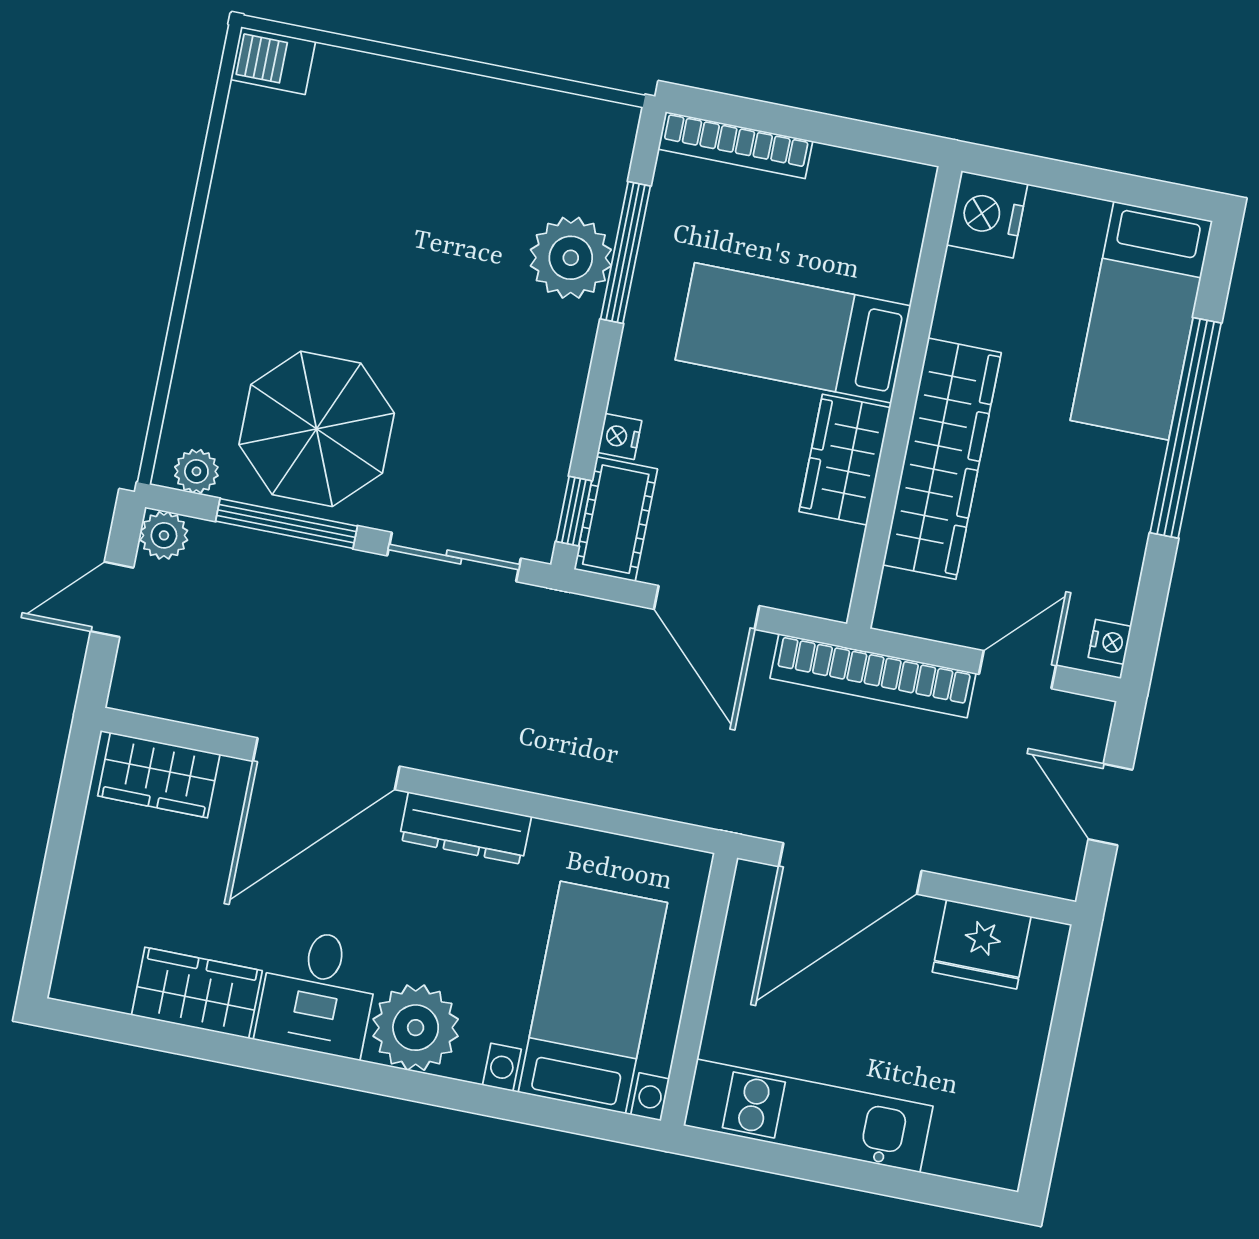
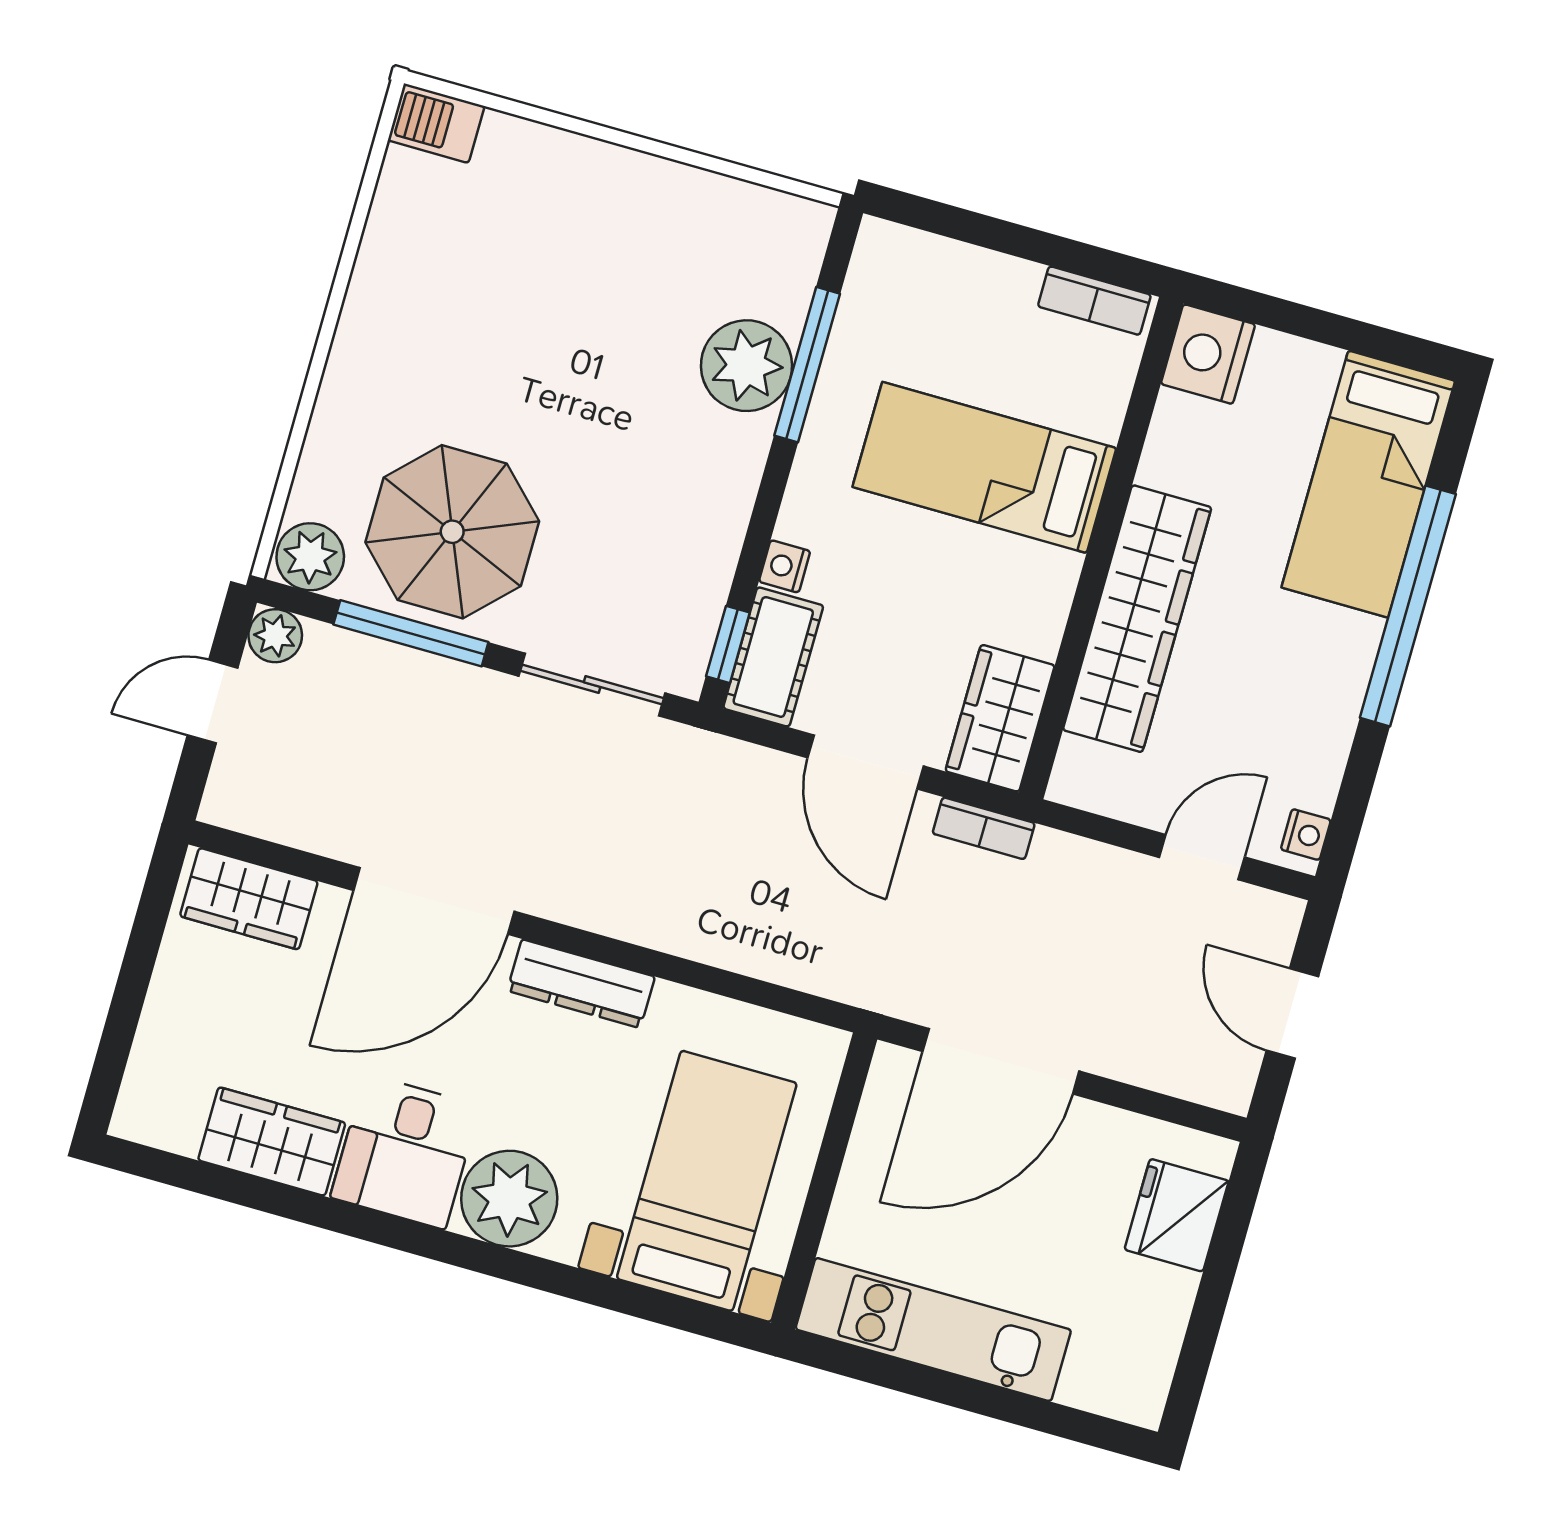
bookcase: (735, 145) -> (1094, 301), moved, width x0.64
wardrobe: (845, 460) -> (1000, 718), moved
plant: (196, 471) -> (310, 557), width x1.38, depth x1.38
bookcase: (873, 676) -> (984, 828), width x0.43, depth x0.76
fridge: (982, 944) -> (1177, 1215), moved, turned 90

